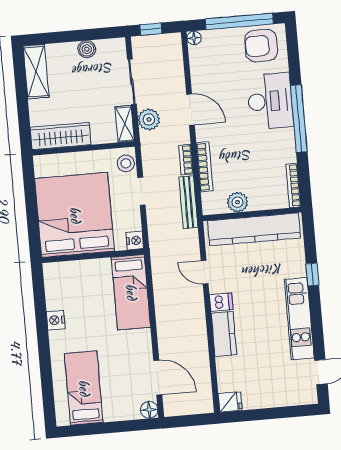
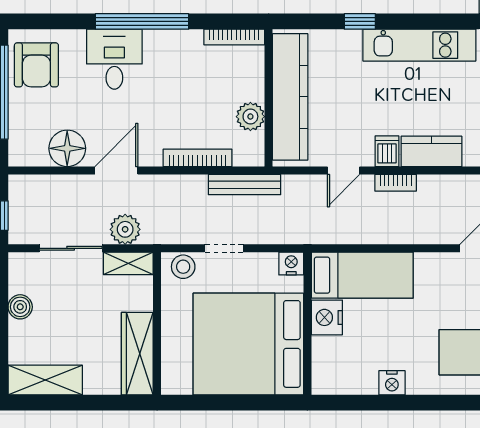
floor lamp: (194, 38) -> (67, 148), moved, width x1.89, depth x1.89
desk: (270, 101) -> (114, 59), width x0.73
bookcase: (186, 160) -> (396, 183), moved
nightstand: (98, 269) -> (327, 317), added

